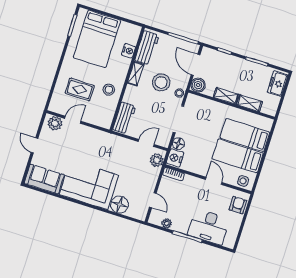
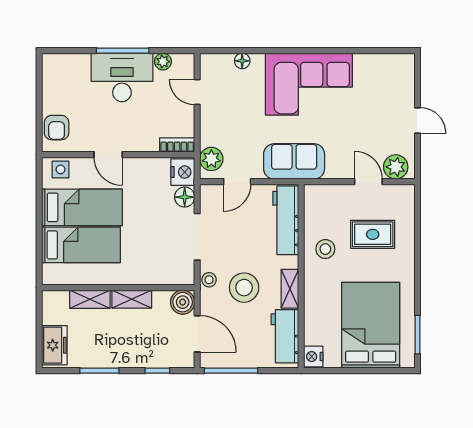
nightstand: (129, 51) -> (313, 357), moved
workbench: (124, 118) -> (286, 220), width x1.38
door: (73, 120) -> (368, 182), swing flipped
sofa: (44, 179) -> (294, 161), moved, turned 180
floor lamp: (120, 205) -> (242, 61), width x0.53, depth x0.53
desk: (209, 227) -> (122, 77), moved

